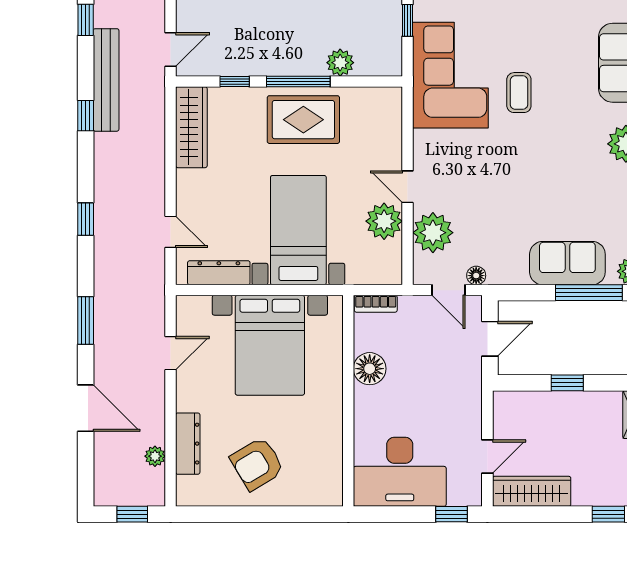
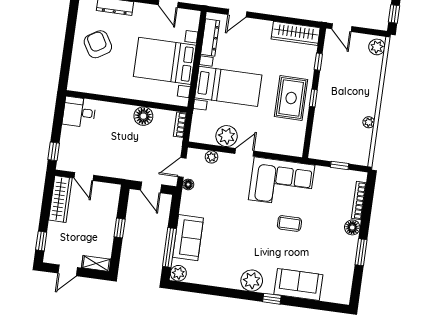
plant: (340, 63) -> (321, 124), removed
corner sofa: (450, 75) -> (282, 182), moved
window: (298, 81) -> (313, 98), width x0.46
plant: (433, 233) -> (212, 157), width x0.53, depth x0.53
desk: (400, 472) -> (79, 112), width x0.53, depth x0.77

